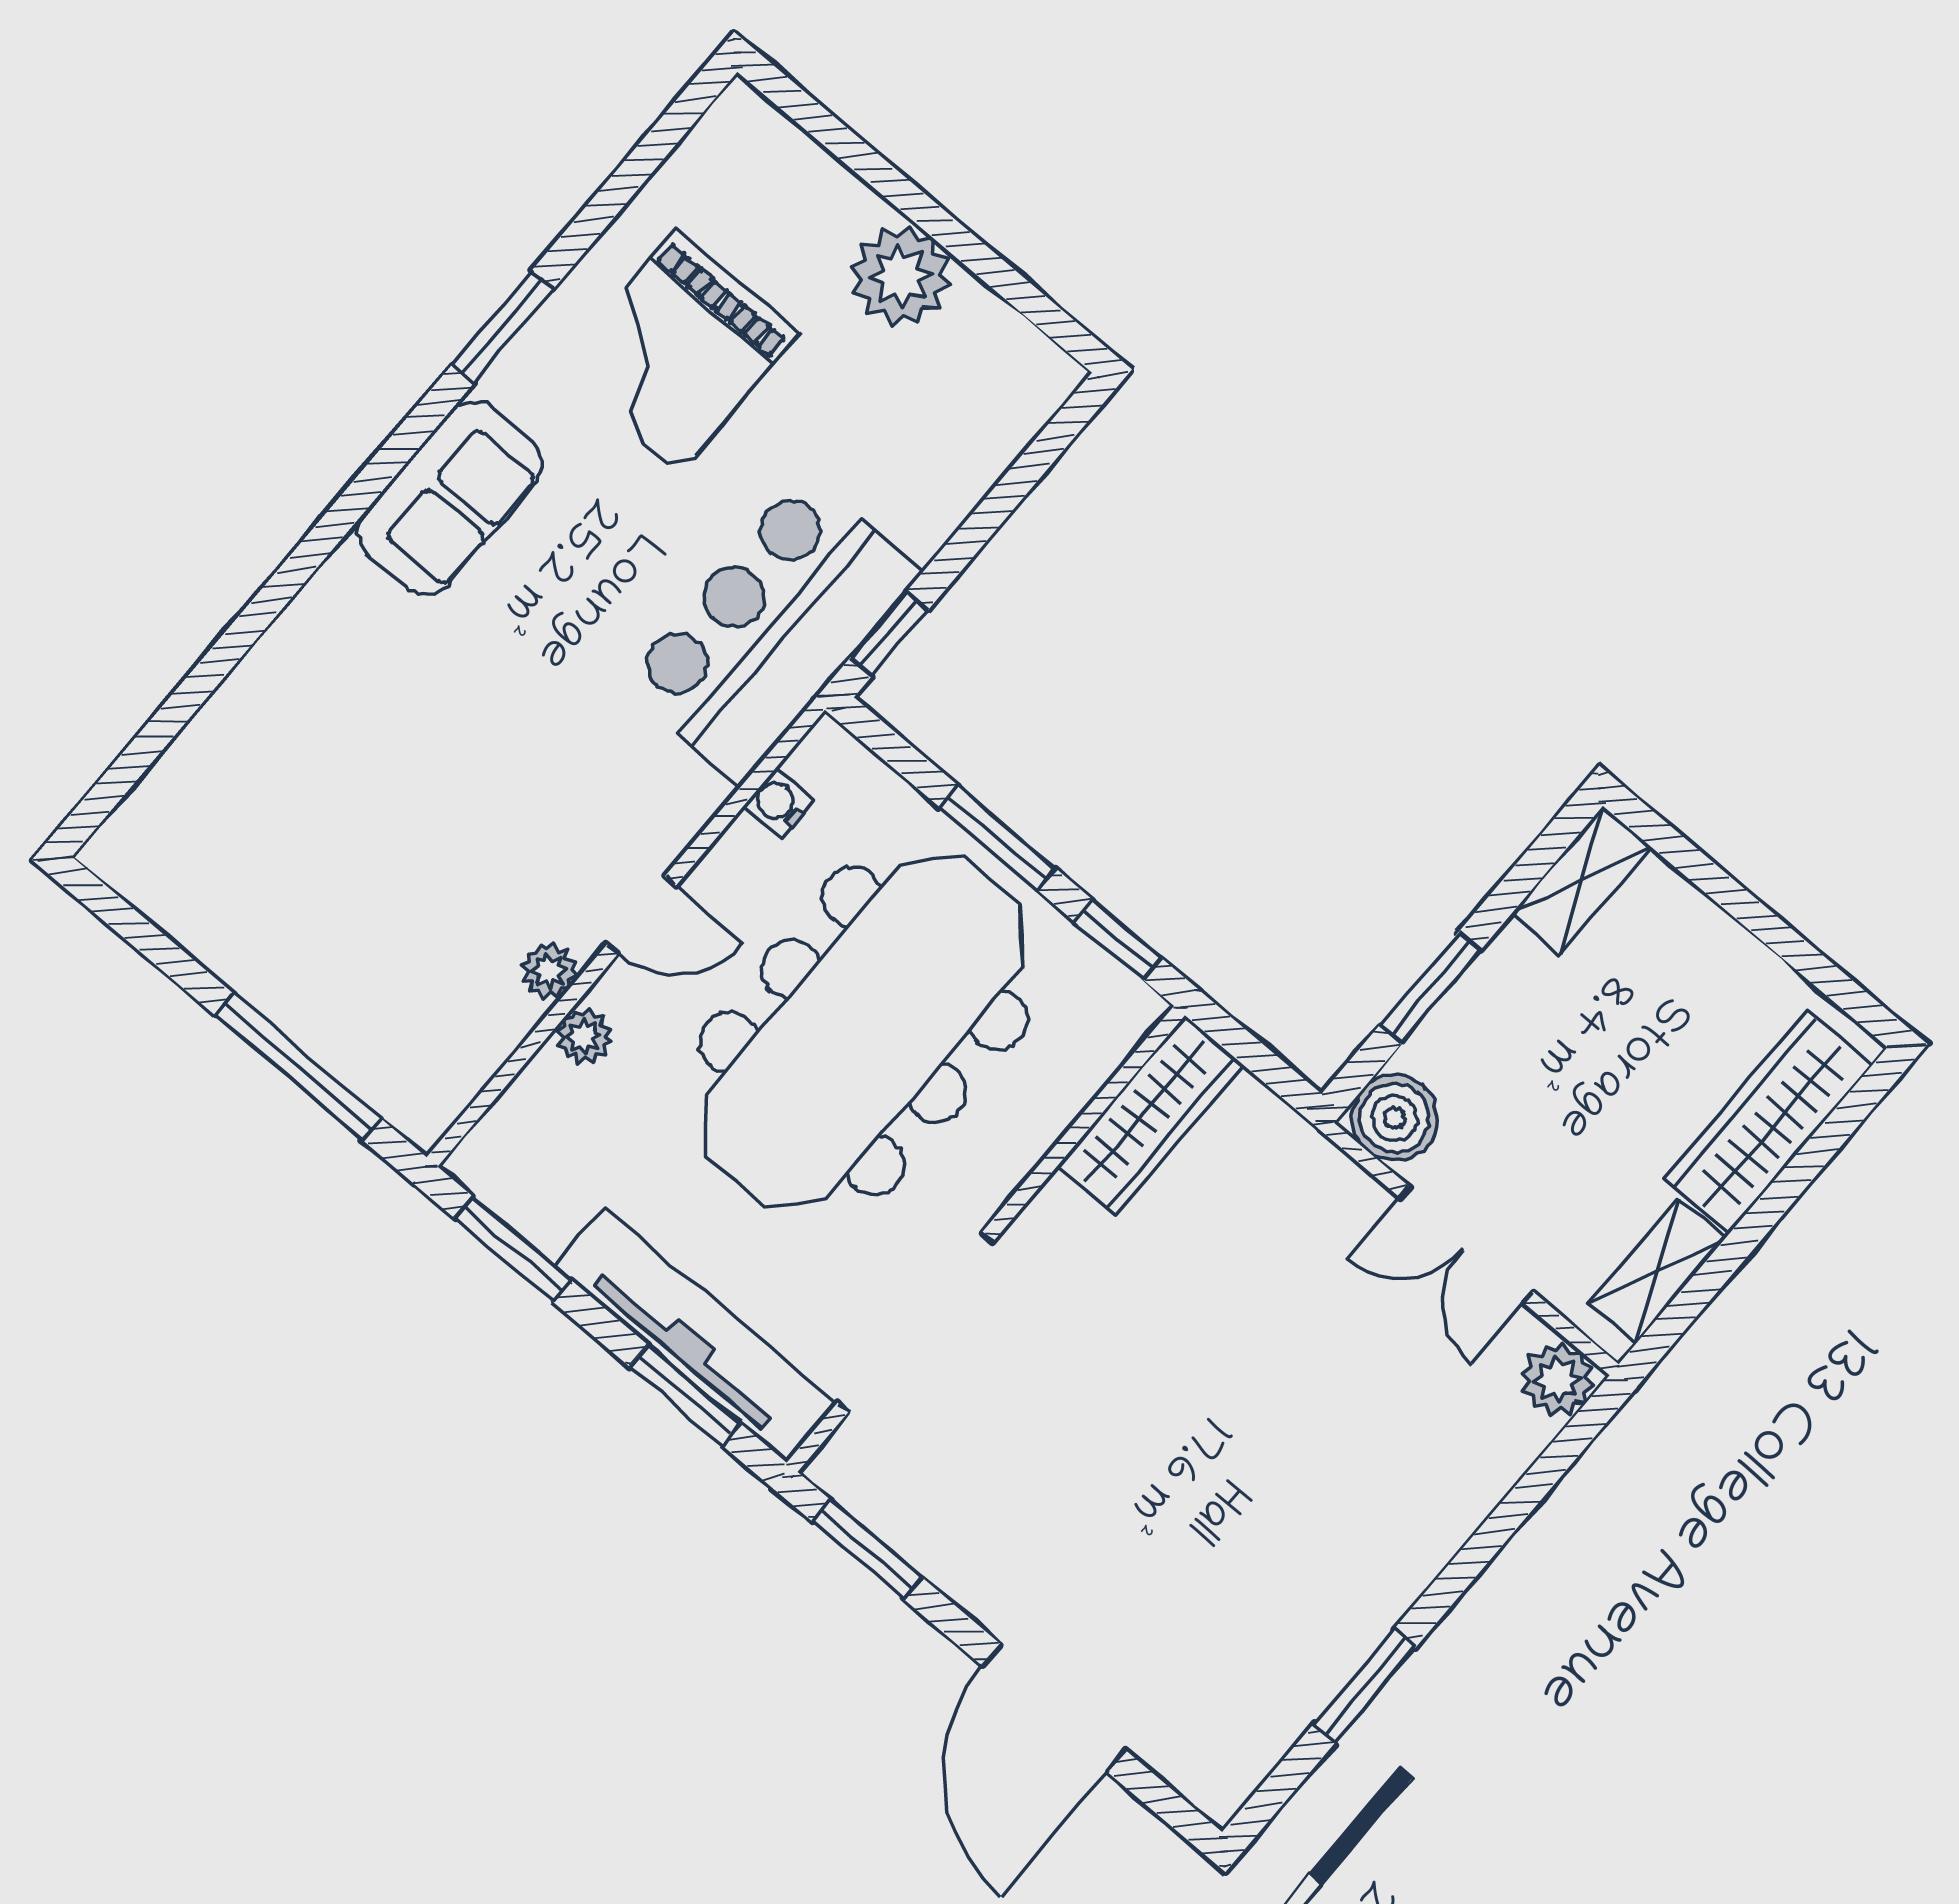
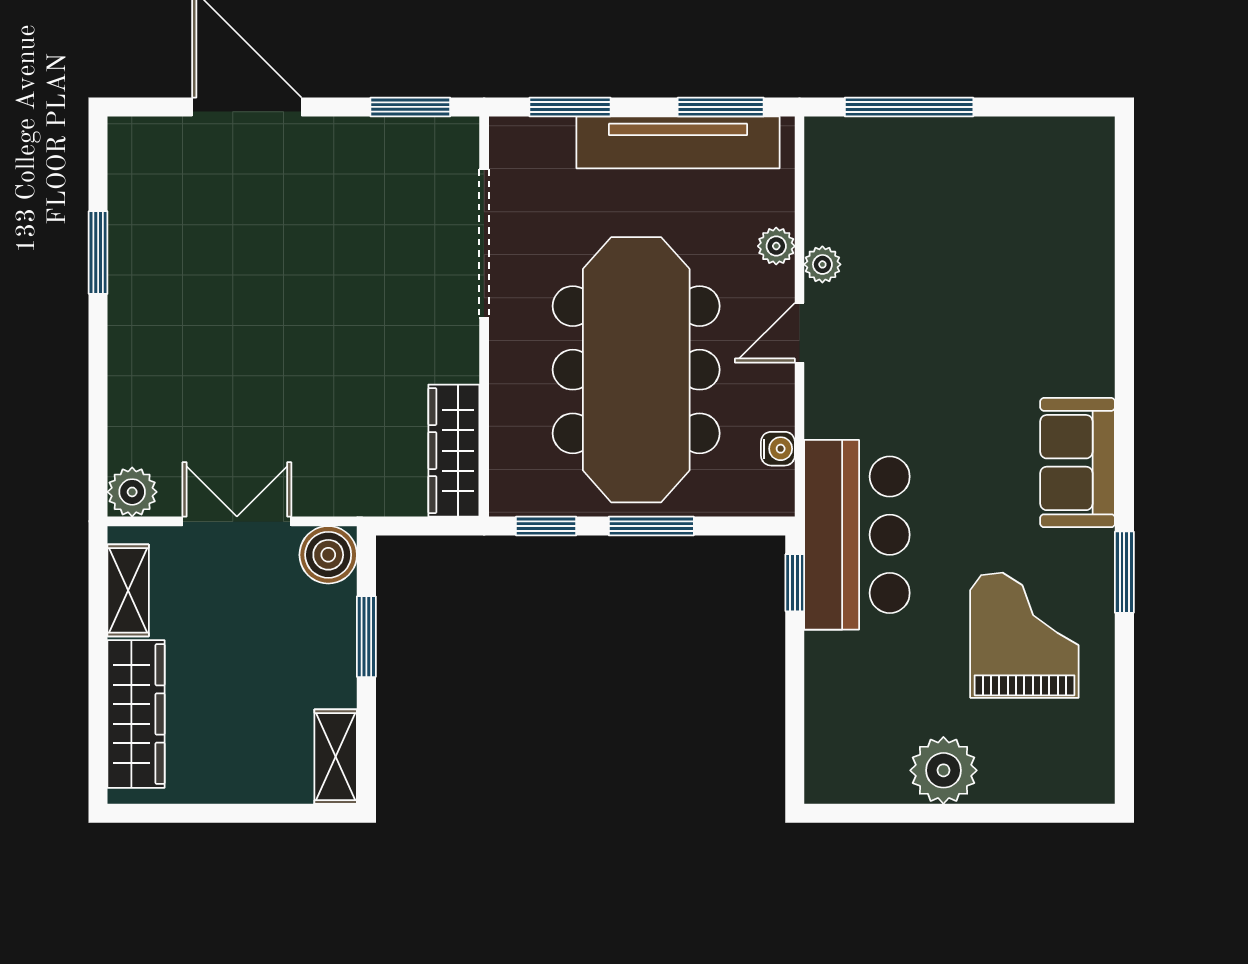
tv unit: (696, 1335) -> (678, 142), moved

